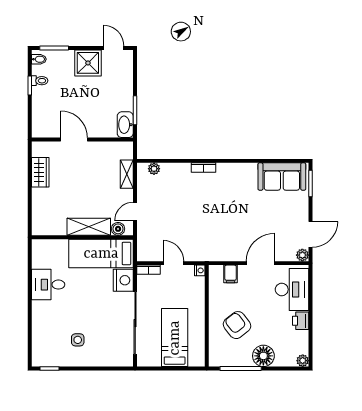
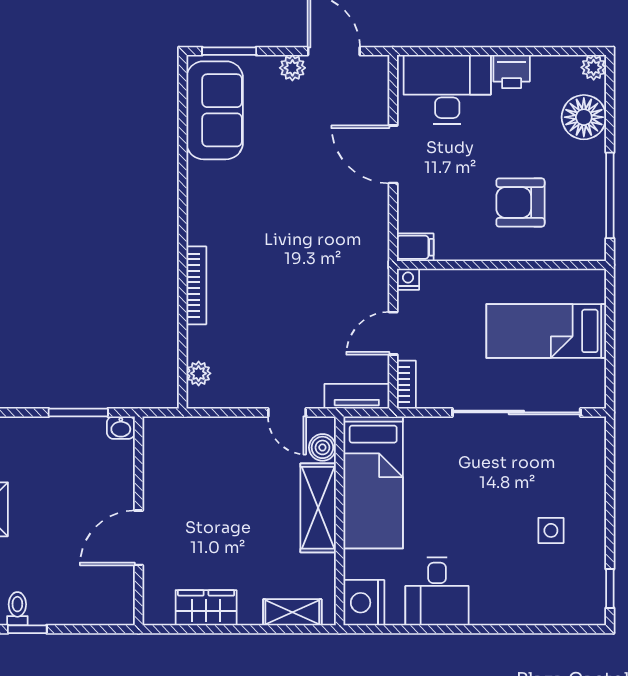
washbasin: (125, 125) -> (121, 428), width x0.52, depth x0.69
bookcase: (204, 168) -> (196, 285), width x1.56
shelving: (127, 174) -> (292, 612), moved
tv unit: (143, 246) -> (357, 396), added
plant: (302, 255) -> (292, 68), moved
filing cabinet: (231, 274) -> (415, 247), moved
nightstand: (123, 280) -> (364, 603), moved, turned -90
armchair: (237, 325) -> (520, 203), turned 38
floor lamp: (263, 356) -> (584, 117), moved

